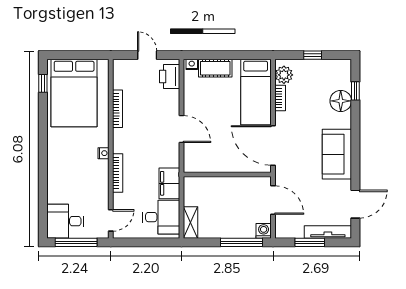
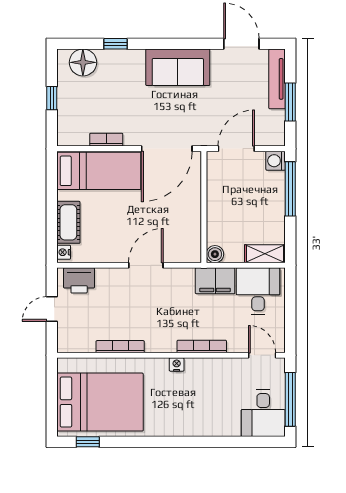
plant: (284, 75) -> (77, 135), removed
window: (355, 91) -> (116, 44), moved
floor lamp: (341, 101) -> (83, 62), moved
boiler: (190, 183) -> (215, 254), added

